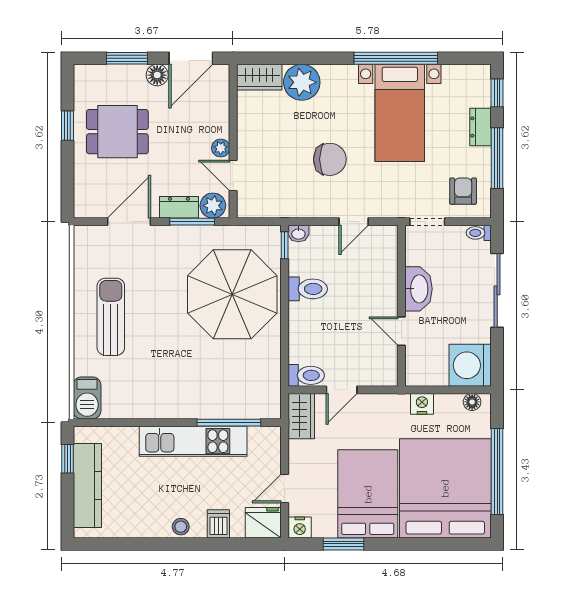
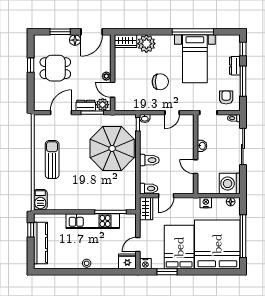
toilet: (308, 289) -> (149, 160), moved
washbasin: (418, 289) -> (202, 146), width x0.52, depth x0.69
dishwasher: (218, 524) -> (105, 262), removed

